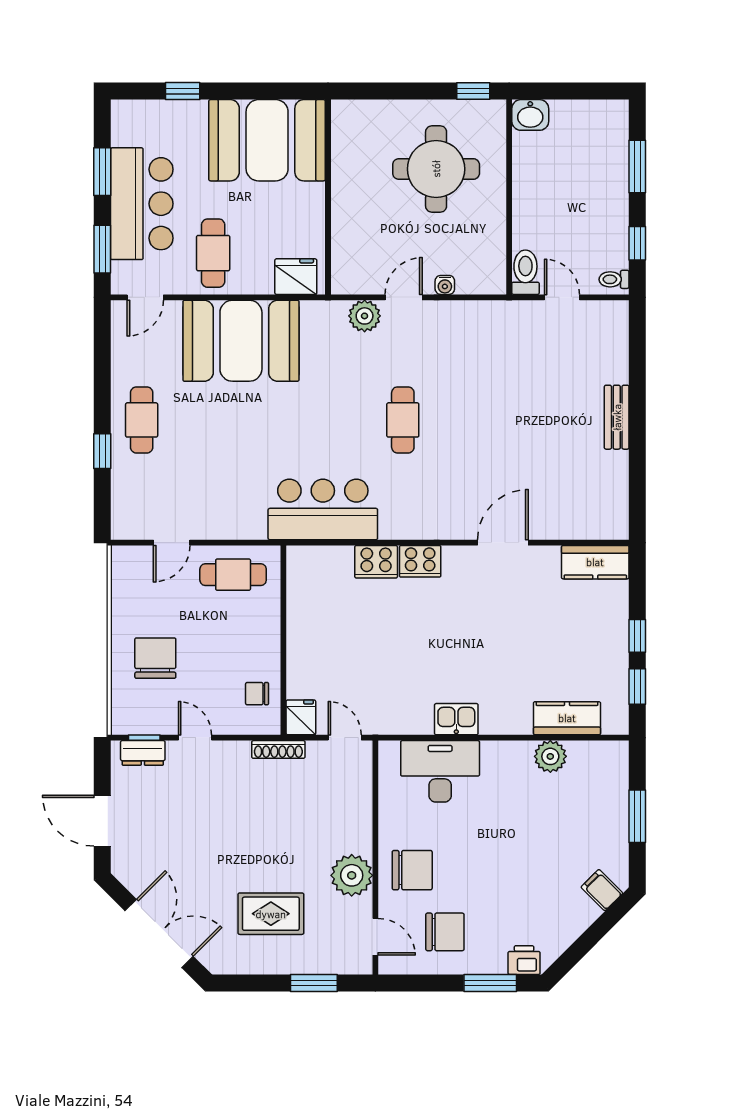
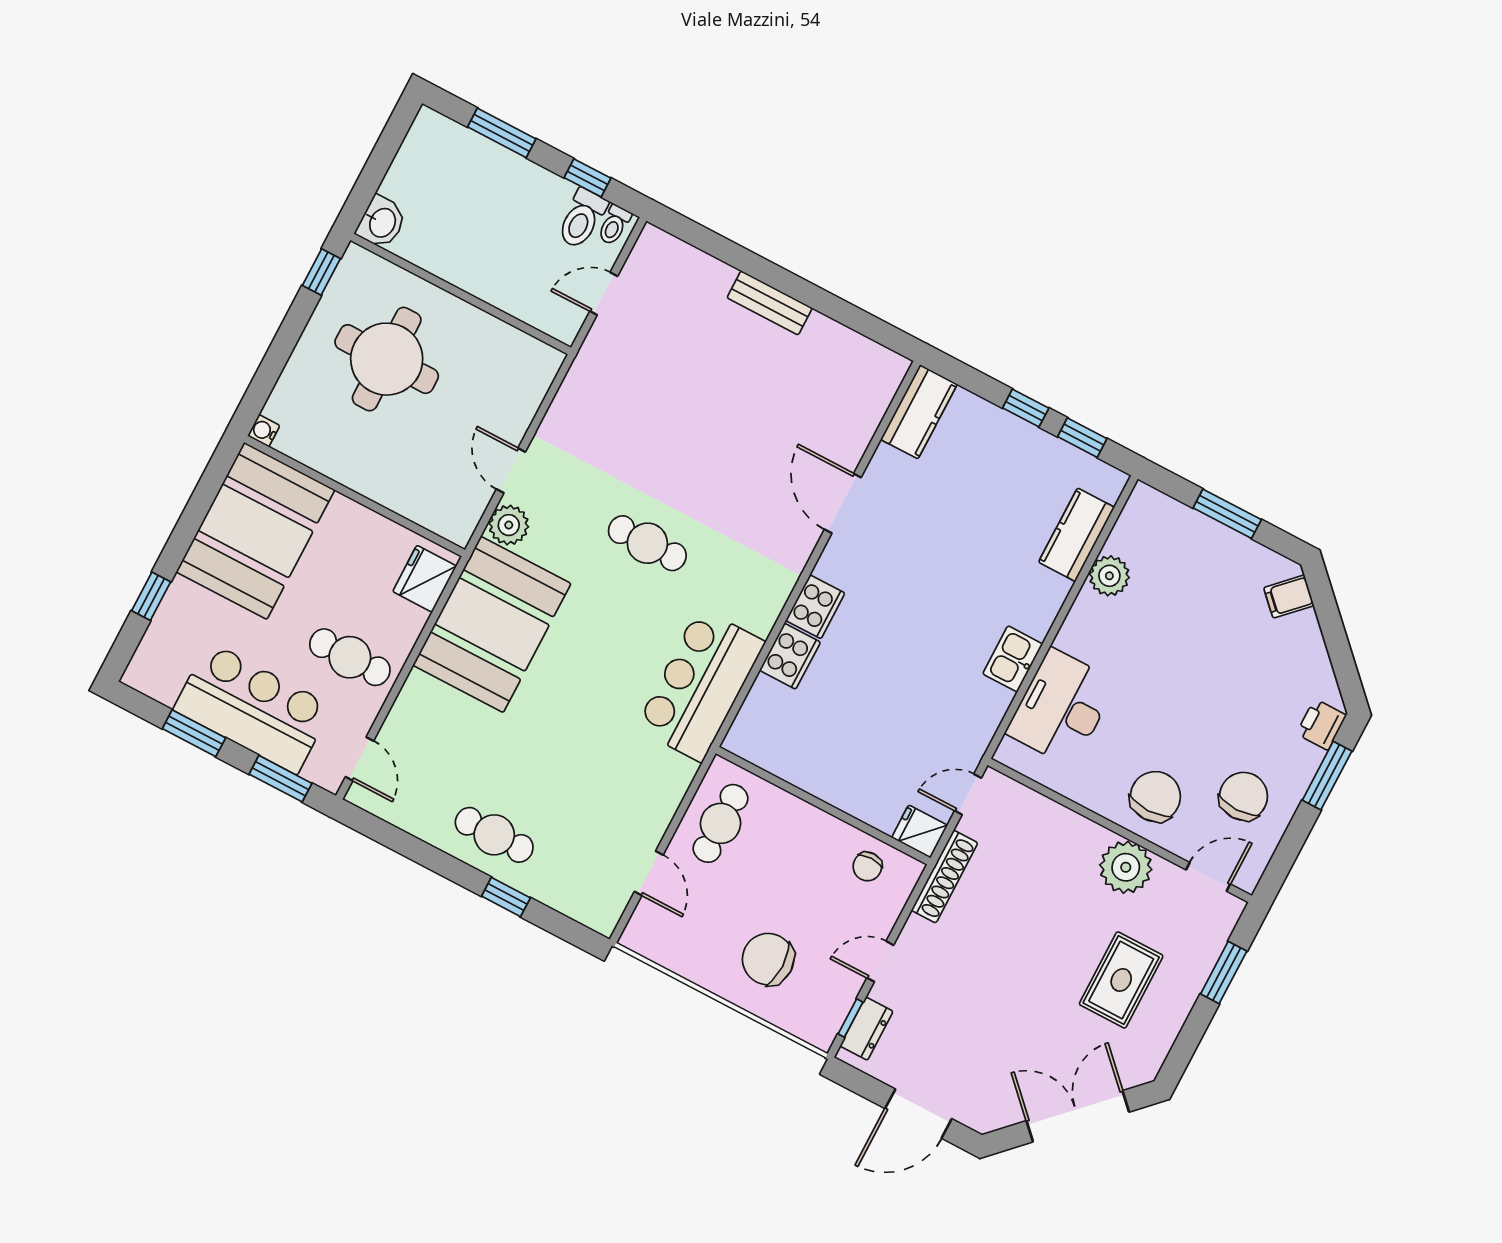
toilet: (525, 272) -> (582, 219), moved, turned -90
water cooler: (445, 285) -> (264, 431), moved, turned 180
booth: (241, 341) -> (492, 624), moved
shoe rack: (278, 749) -> (945, 877), width x1.36, depth x1.24

